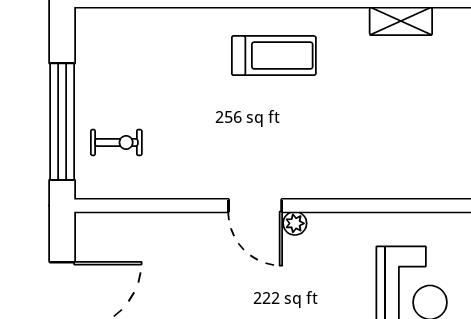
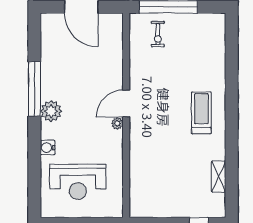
treadmill: (274, 56) -> (201, 113), turned 180

